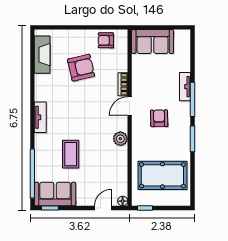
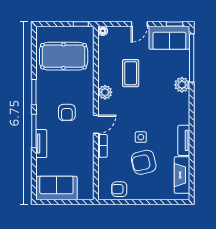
armchair: (106, 40) -> (119, 189), turned 180
sofa: (153, 41) -> (56, 188), moved
side table: (84, 93) -> (141, 137), added
tv unit: (40, 117) -> (184, 140), moved
plant: (42, 146) -> (182, 85), added
coffee table: (71, 154) -> (131, 73), moved
door: (103, 208) -> (139, 24), moved

